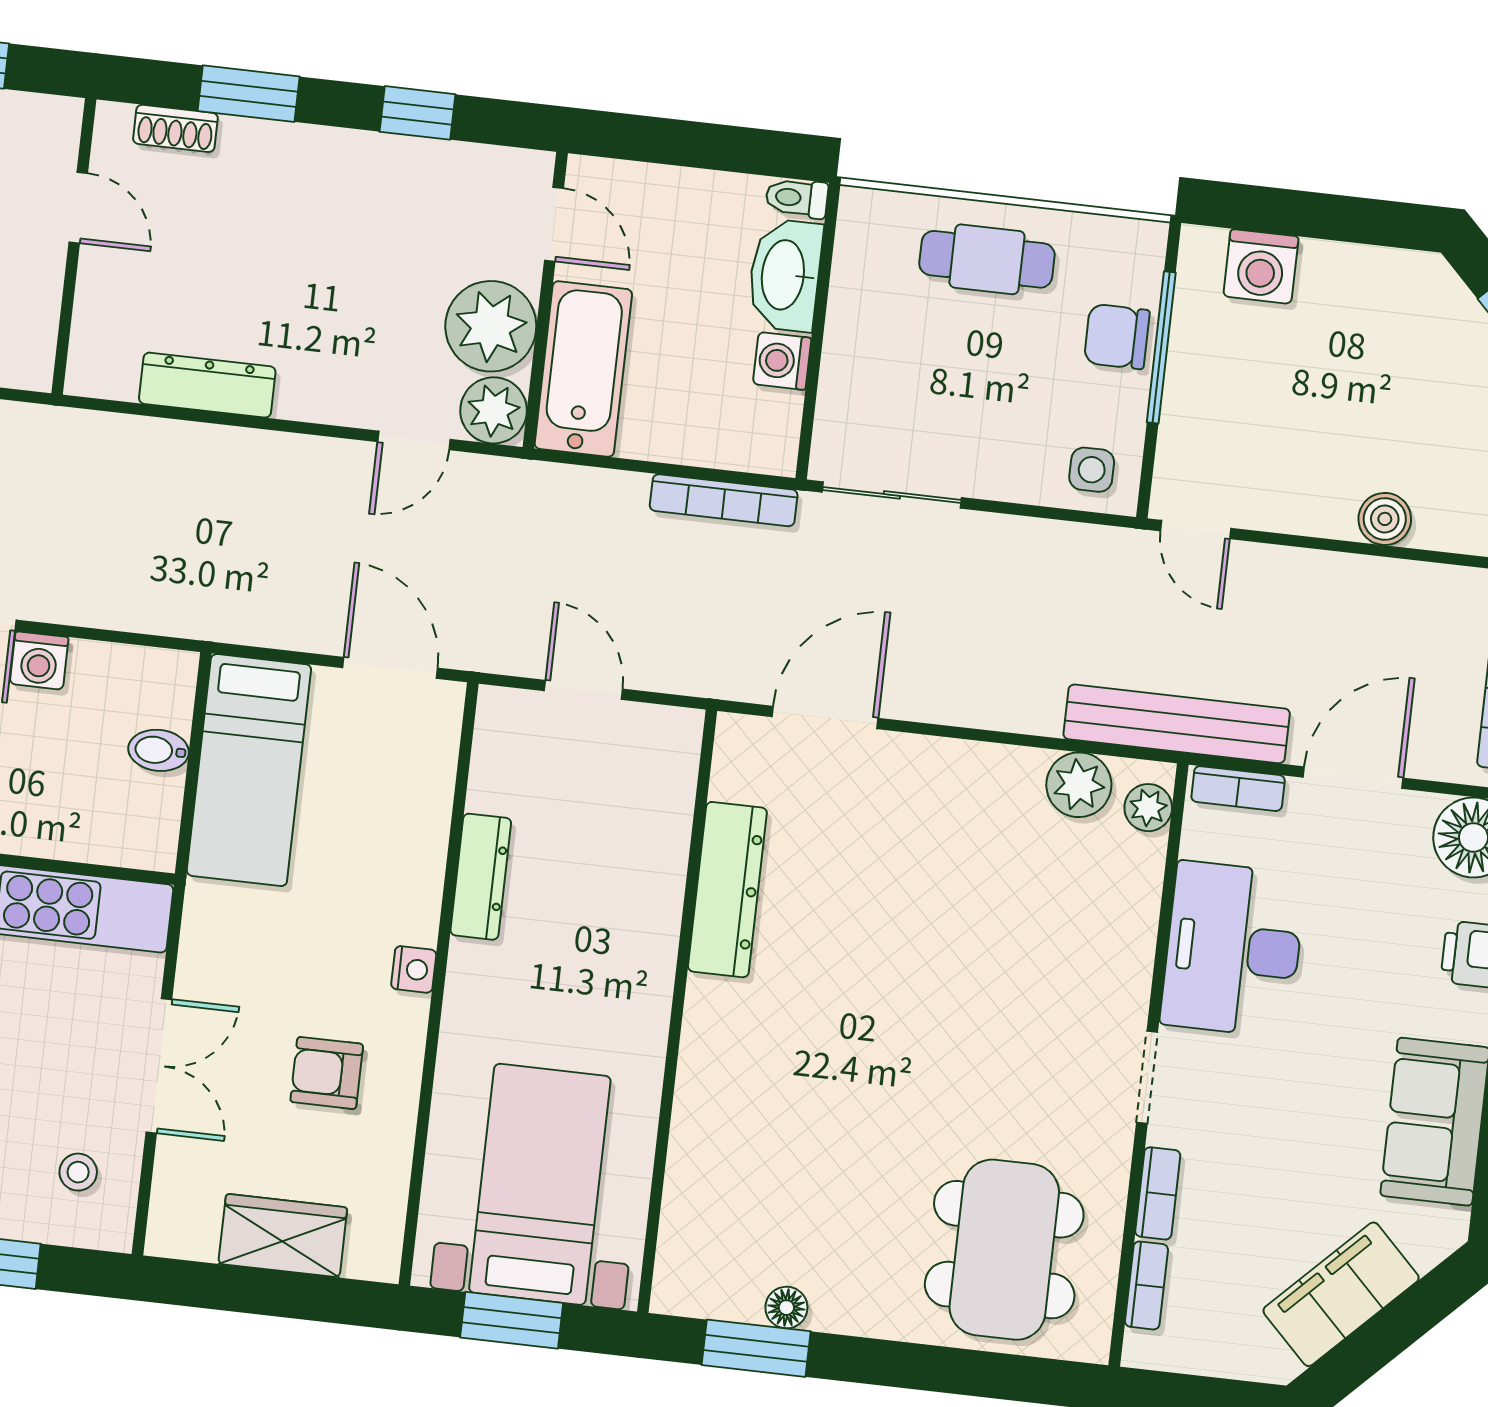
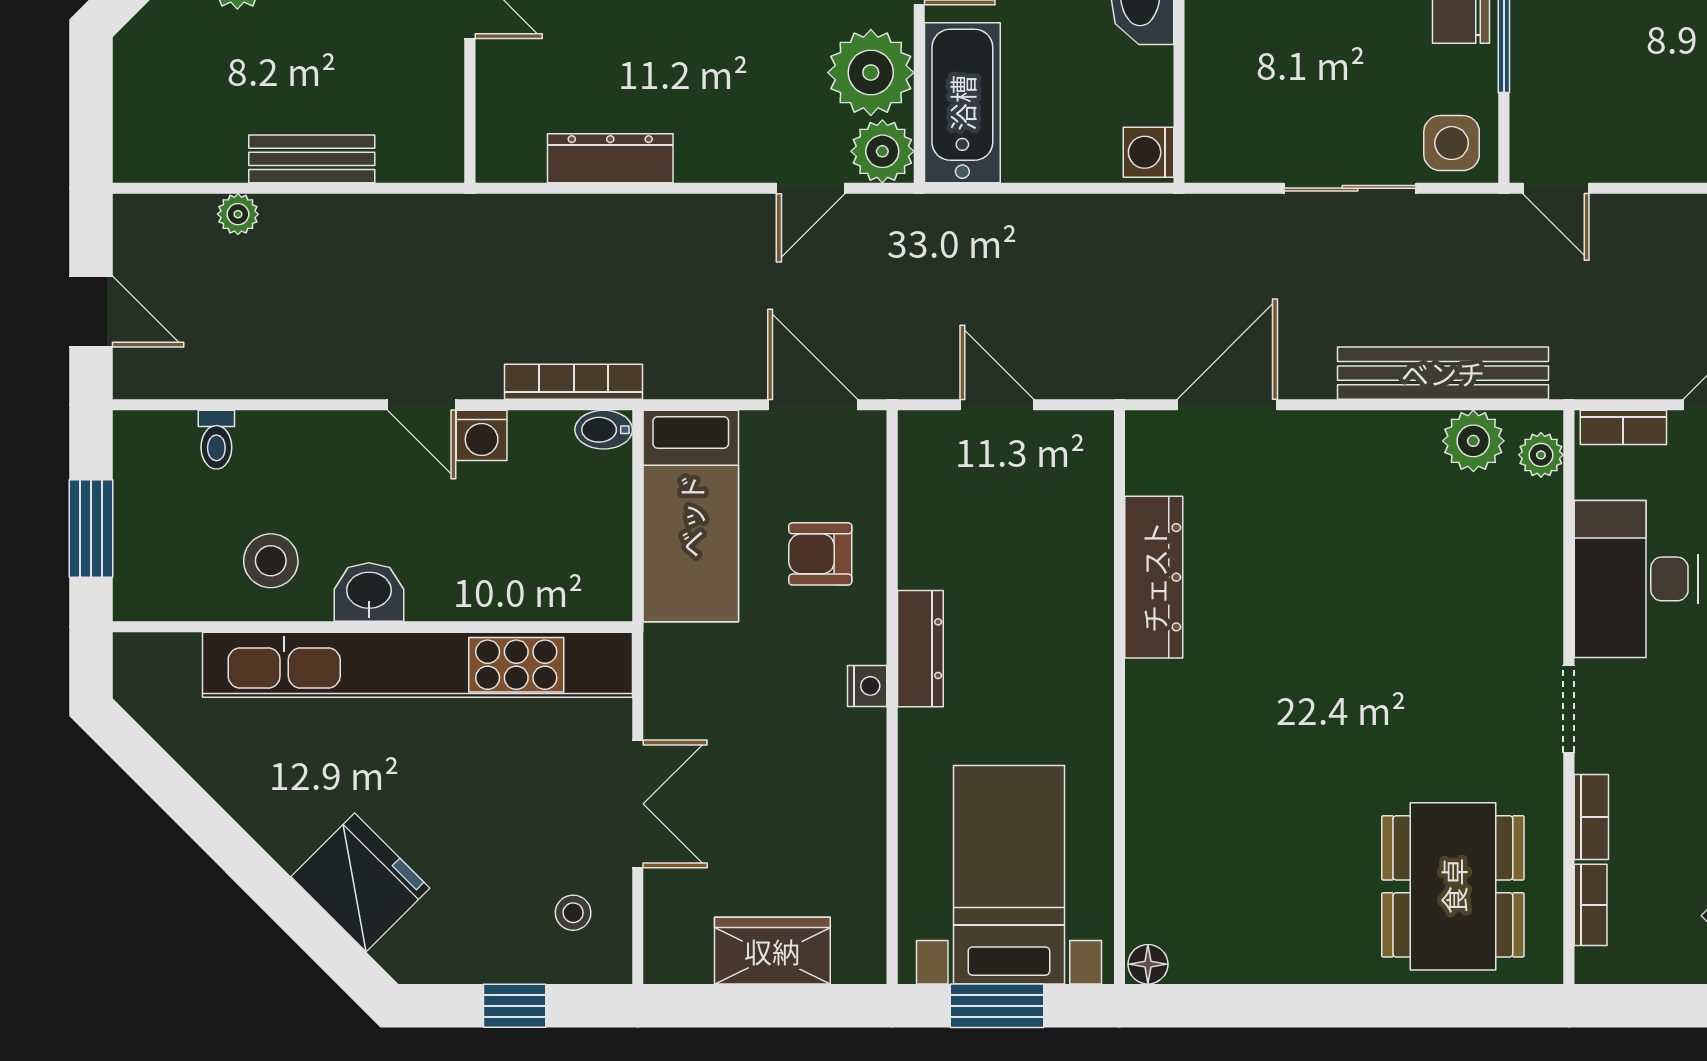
washing machine: (782, 361) -> (1149, 152), moved
side table: (1092, 470) -> (1452, 143), width x1.37, depth x1.37
sliding door: (892, 495) -> (1350, 188), moved
bookcase: (724, 500) -> (574, 382), moved, turned 180
bench: (1177, 724) -> (1443, 373), moved
bidet: (159, 750) -> (604, 430), moved
dresser: (481, 877) -> (920, 649), moved
armchair: (327, 1073) -> (820, 554), moved
floor lamp: (786, 1308) -> (1148, 964), moved
window: (756, 1348) -> (1230, 1006), removed

